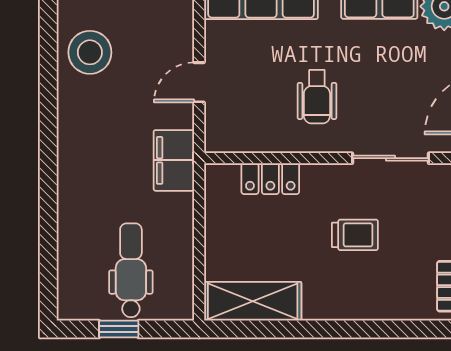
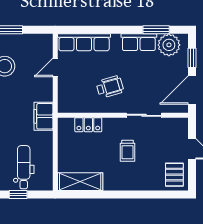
door: (199, 82) -> (55, 67), moved
wheelchair: (317, 97) -> (110, 87), turned -106
trolley: (355, 235) -> (127, 151), turned 90

